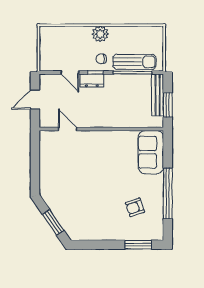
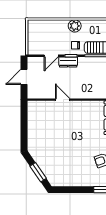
door: (70, 72) -> (51, 56), hinge flipped
door: (68, 129) -> (63, 100), moved

